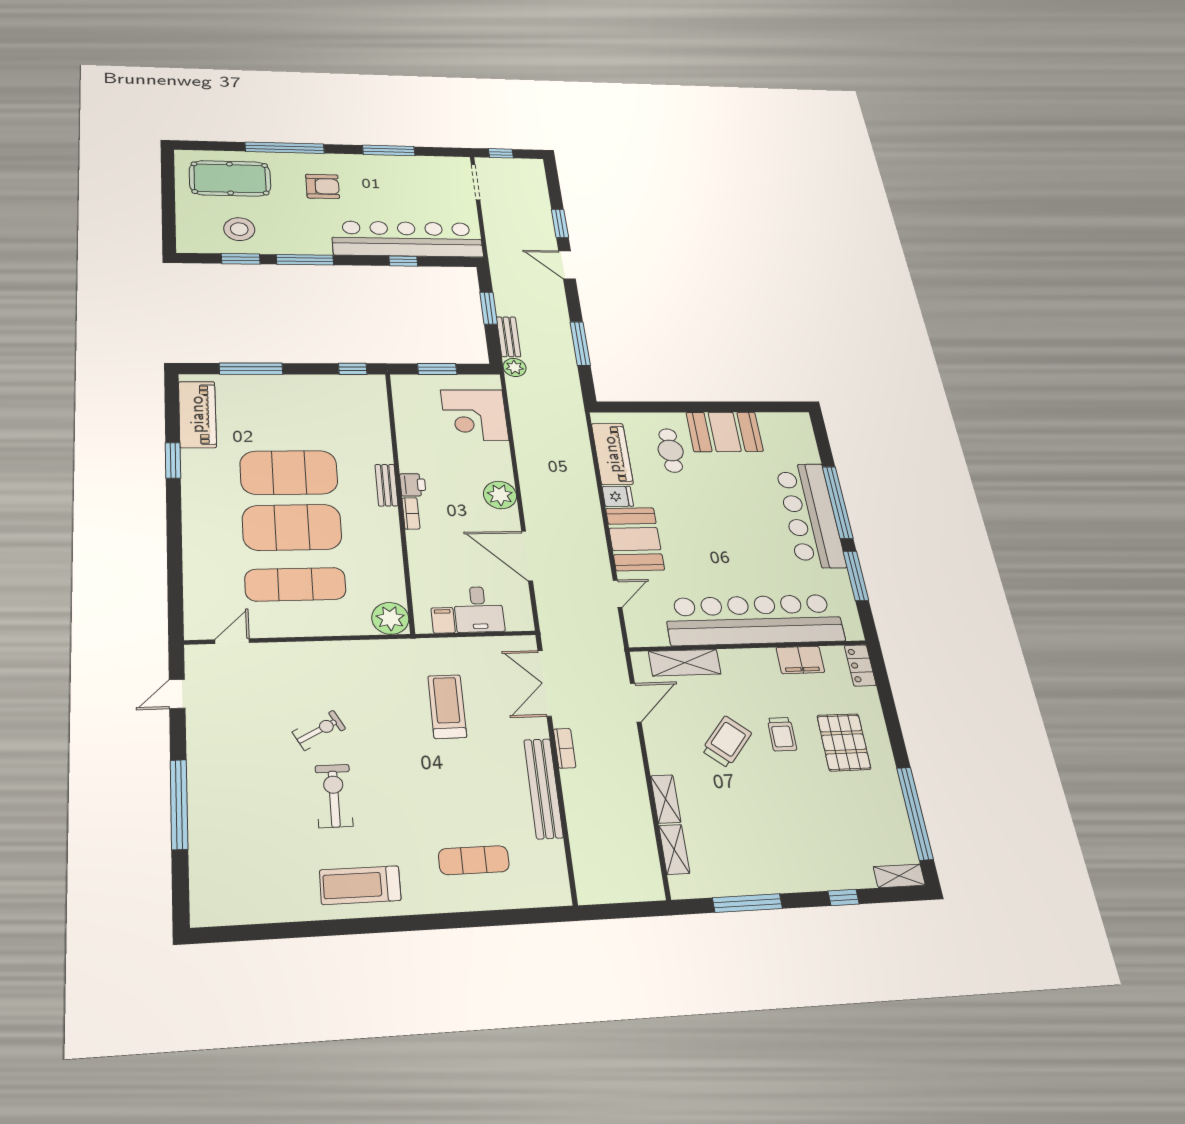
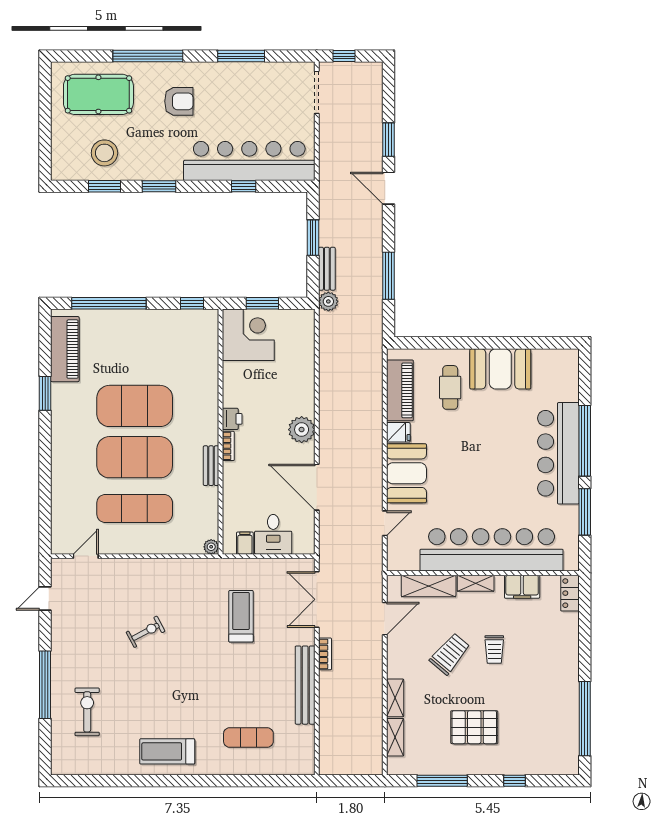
window: (305, 260) -> (159, 186), width x0.69
window: (251, 369) -> (109, 303), width x1.46
corner desk: (474, 415) -> (248, 335), moved, turned 180
bench: (386, 485) -> (211, 466), moved
plant: (390, 618) -> (211, 547), width x0.53, depth x0.53
pallet: (844, 742) -> (474, 727), moved, turned 90
exercise bike: (334, 796) -> (87, 712), moved
shelving: (899, 876) -> (476, 583), moved

